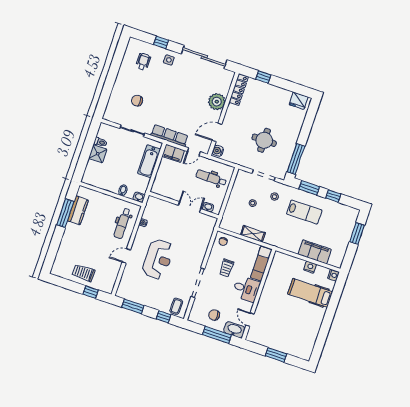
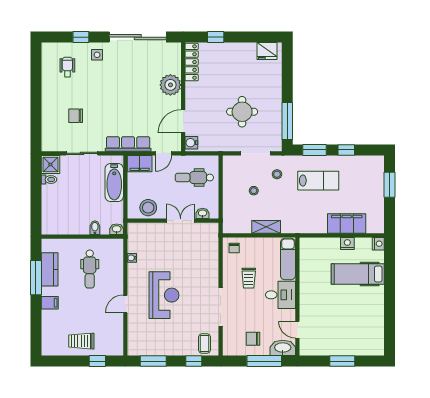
shower: (98, 154) -> (50, 165), moved
stool: (168, 189) -> (148, 208), added
dental chair: (122, 223) -> (90, 269), moved
filing cabinet: (69, 236) -> (50, 303), added

